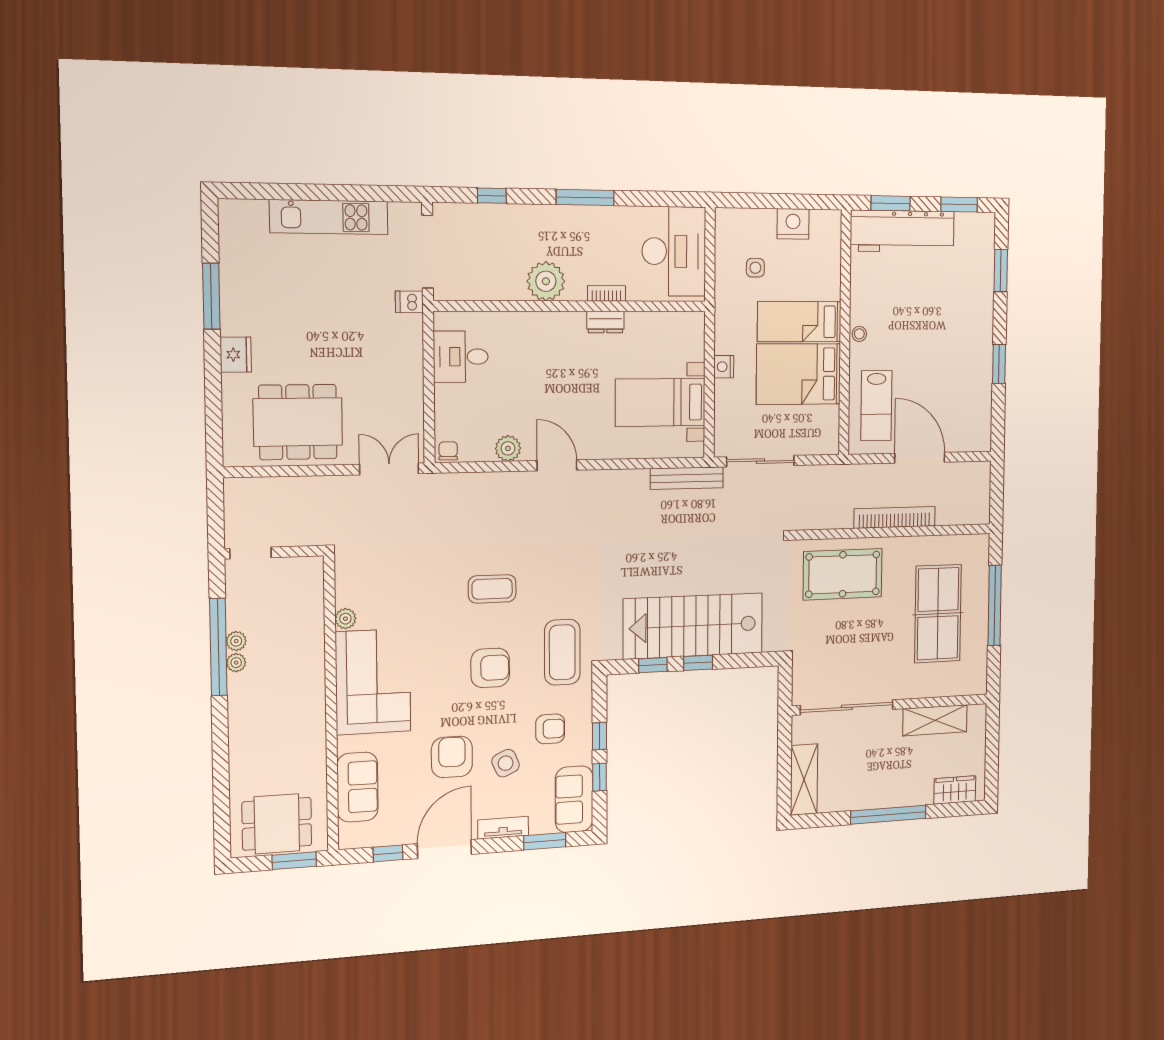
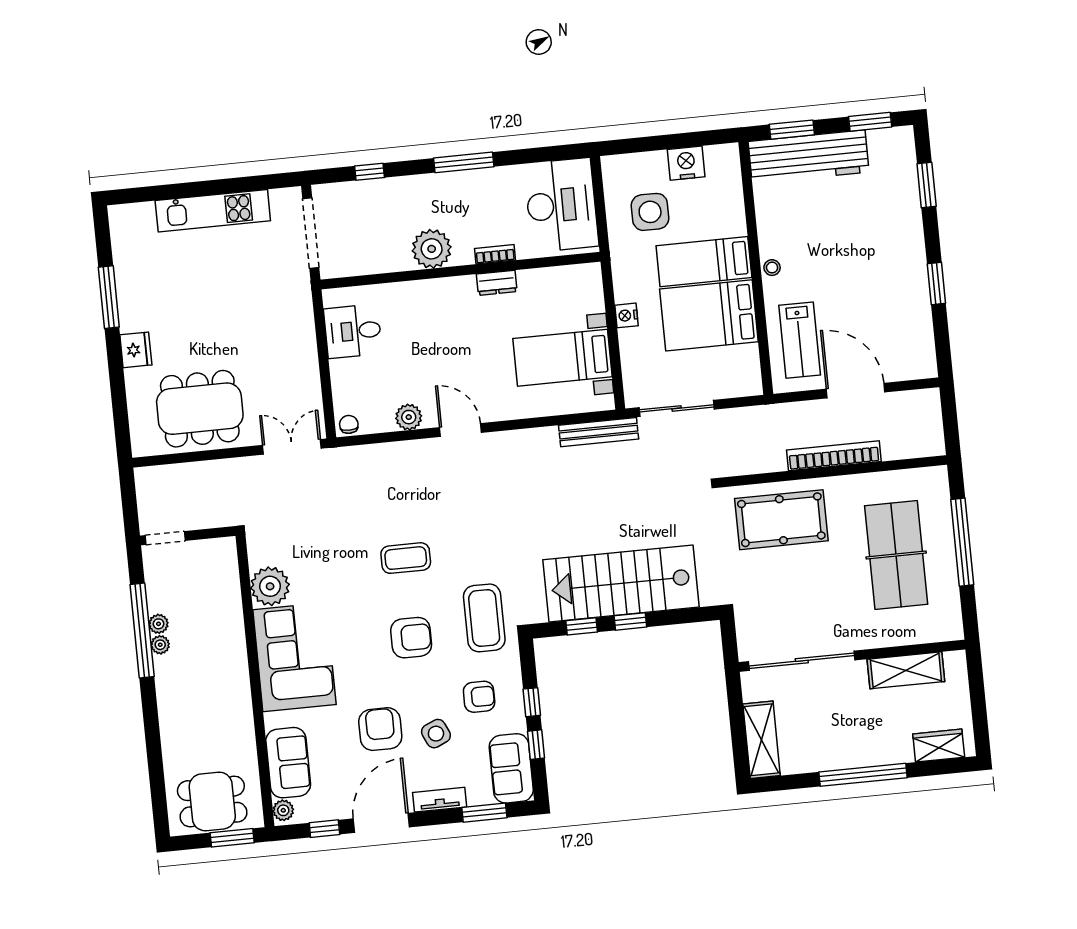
side table: (755, 268) -> (650, 212), width x1.87, depth x1.87
dishwasher: (409, 302) -> (297, 283), removed
plant: (345, 619) -> (270, 586), width x1.88, depth x1.88
plant: (348, 834) -> (283, 810), added

